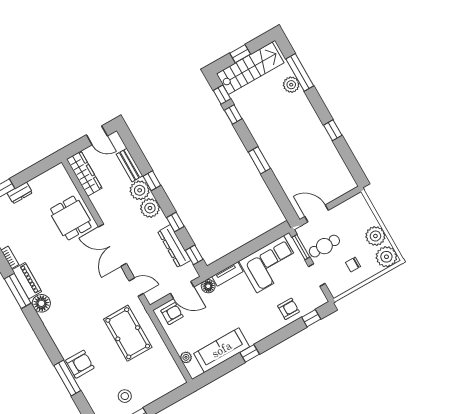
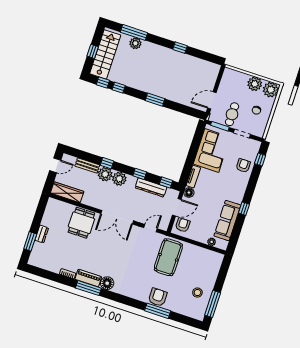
dining table: (71, 218) -> (81, 223), turned 90
pool table: (128, 333) -> (168, 257), turned 90

